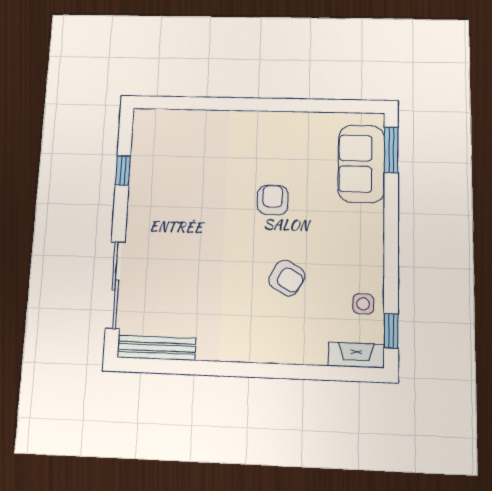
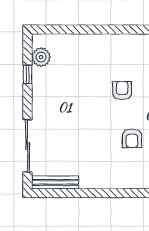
plant: (146, 144) -> (41, 57), added
armchair: (287, 278) -> (132, 138), turned 60

